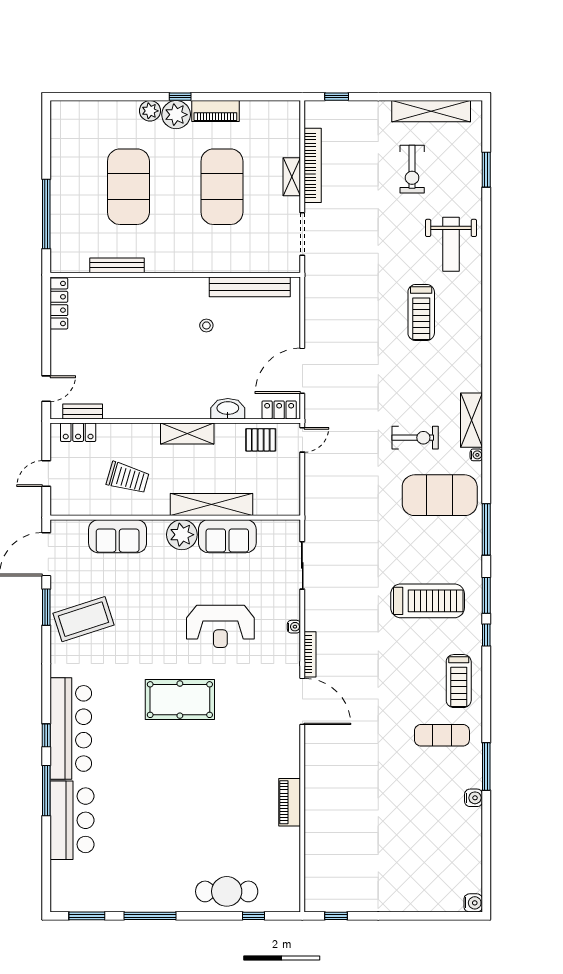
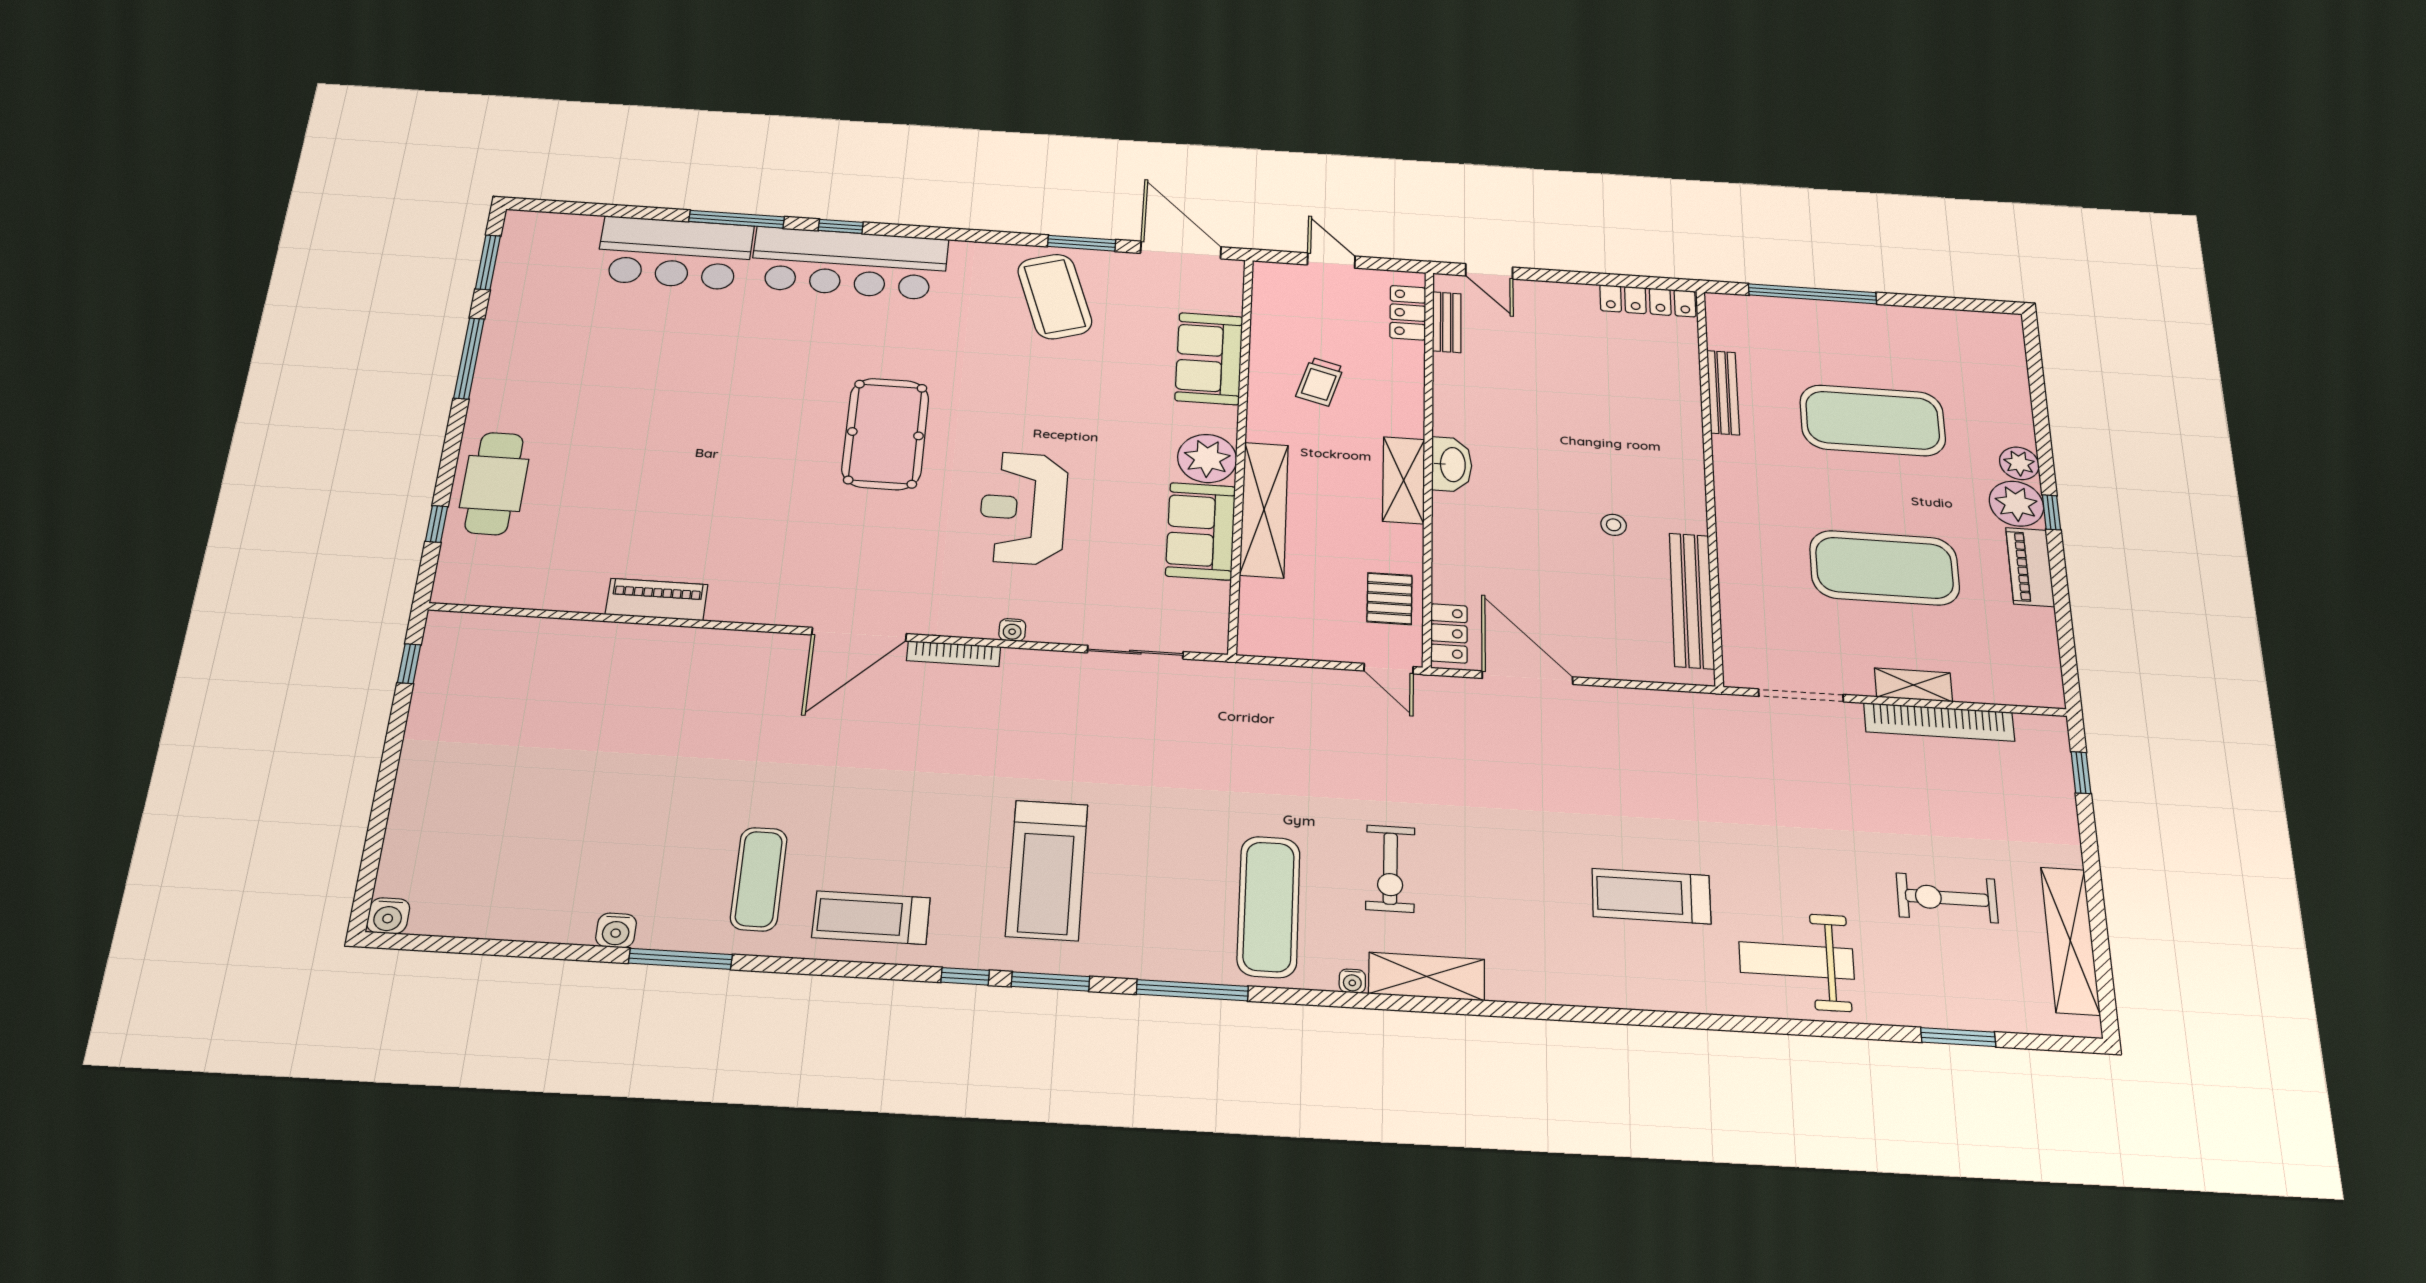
washbasin: (228, 409) -> (1452, 464), moved
trolley: (128, 478) -> (1320, 382), width x0.73, depth x0.72
exercise mat: (440, 495) -> (1269, 907), width x0.68

